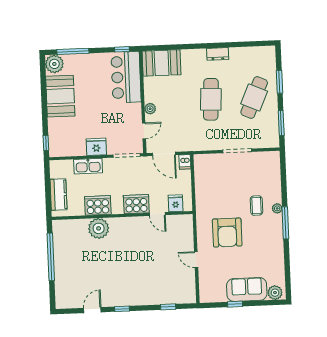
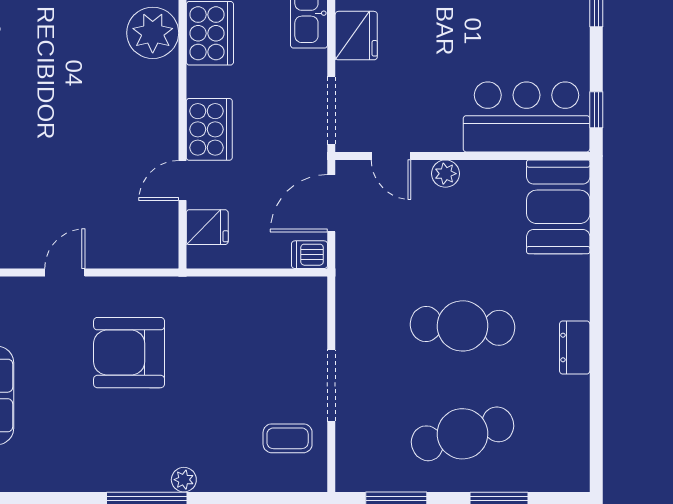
cafe table: (254, 97) -> (463, 434), turned -39
coffee table: (256, 206) -> (288, 438), moved

